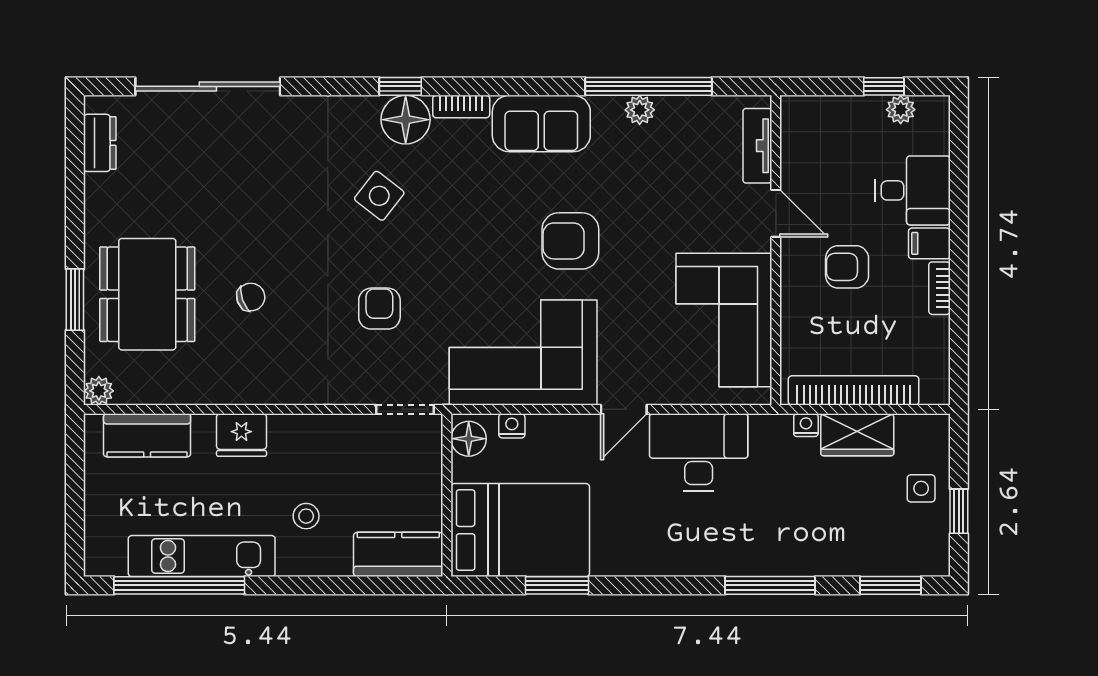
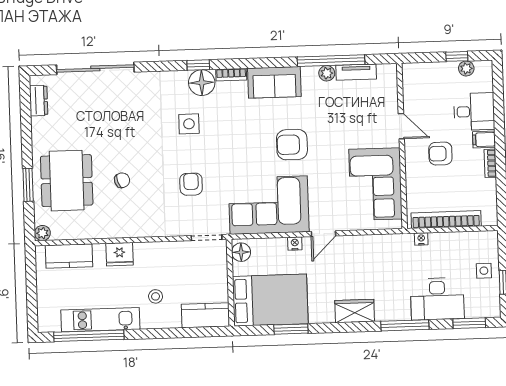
tv unit: (757, 146) -> (356, 72), moved, turned -90
side table: (379, 196) -> (189, 124), turned -38
nightstand: (512, 426) -> (295, 244), moved
wardrobe: (857, 435) -> (355, 311), moved, turned 180
desk: (699, 452) -> (437, 299), moved, turned 180

